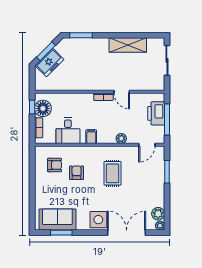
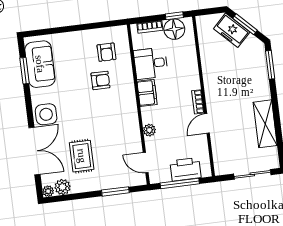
filing cabinet: (91, 137) -> (147, 93), width x2.00
rug: (113, 173) -> (82, 156), moved, turned 90

